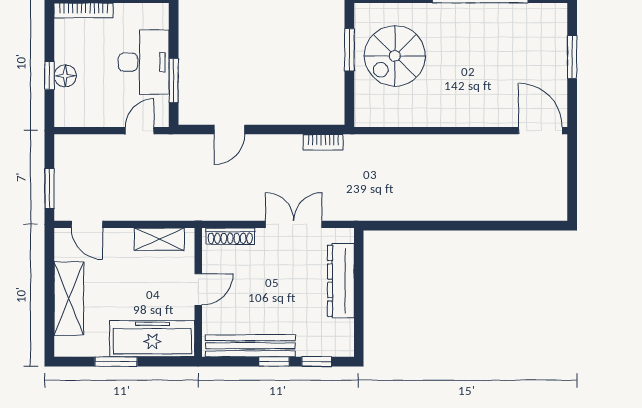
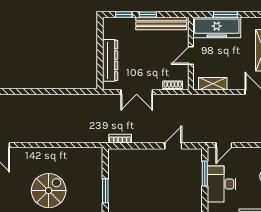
spiral stairs: (395, 56) -> (49, 191), moved
shoe rack: (230, 236) -> (173, 85), width x0.70
window: (116, 362) -> (225, 15), moved

